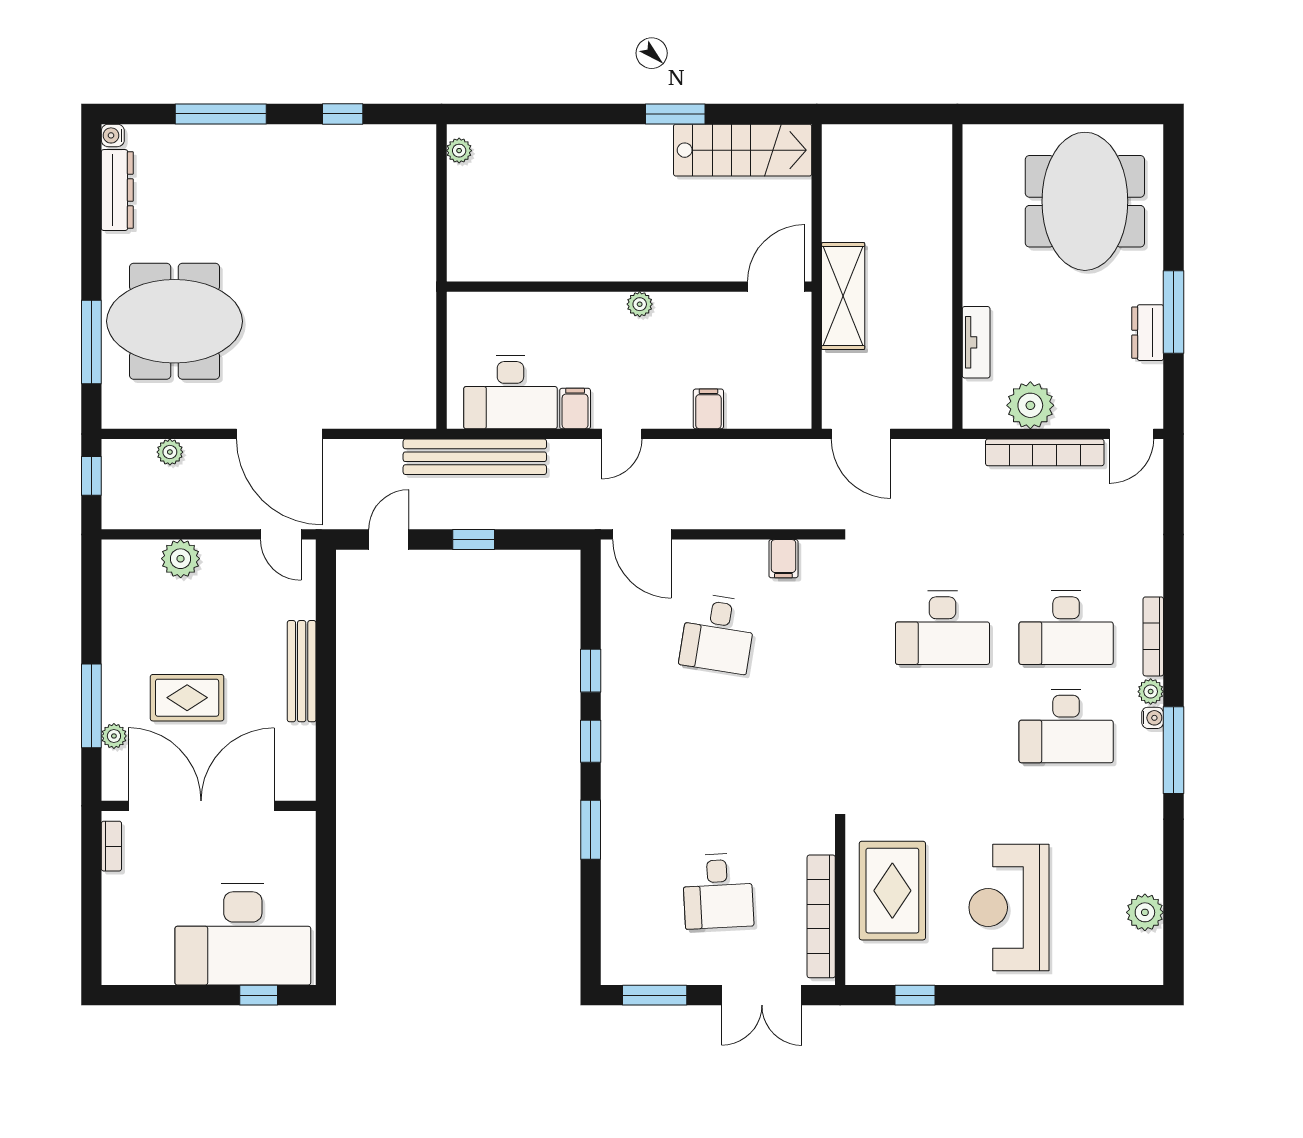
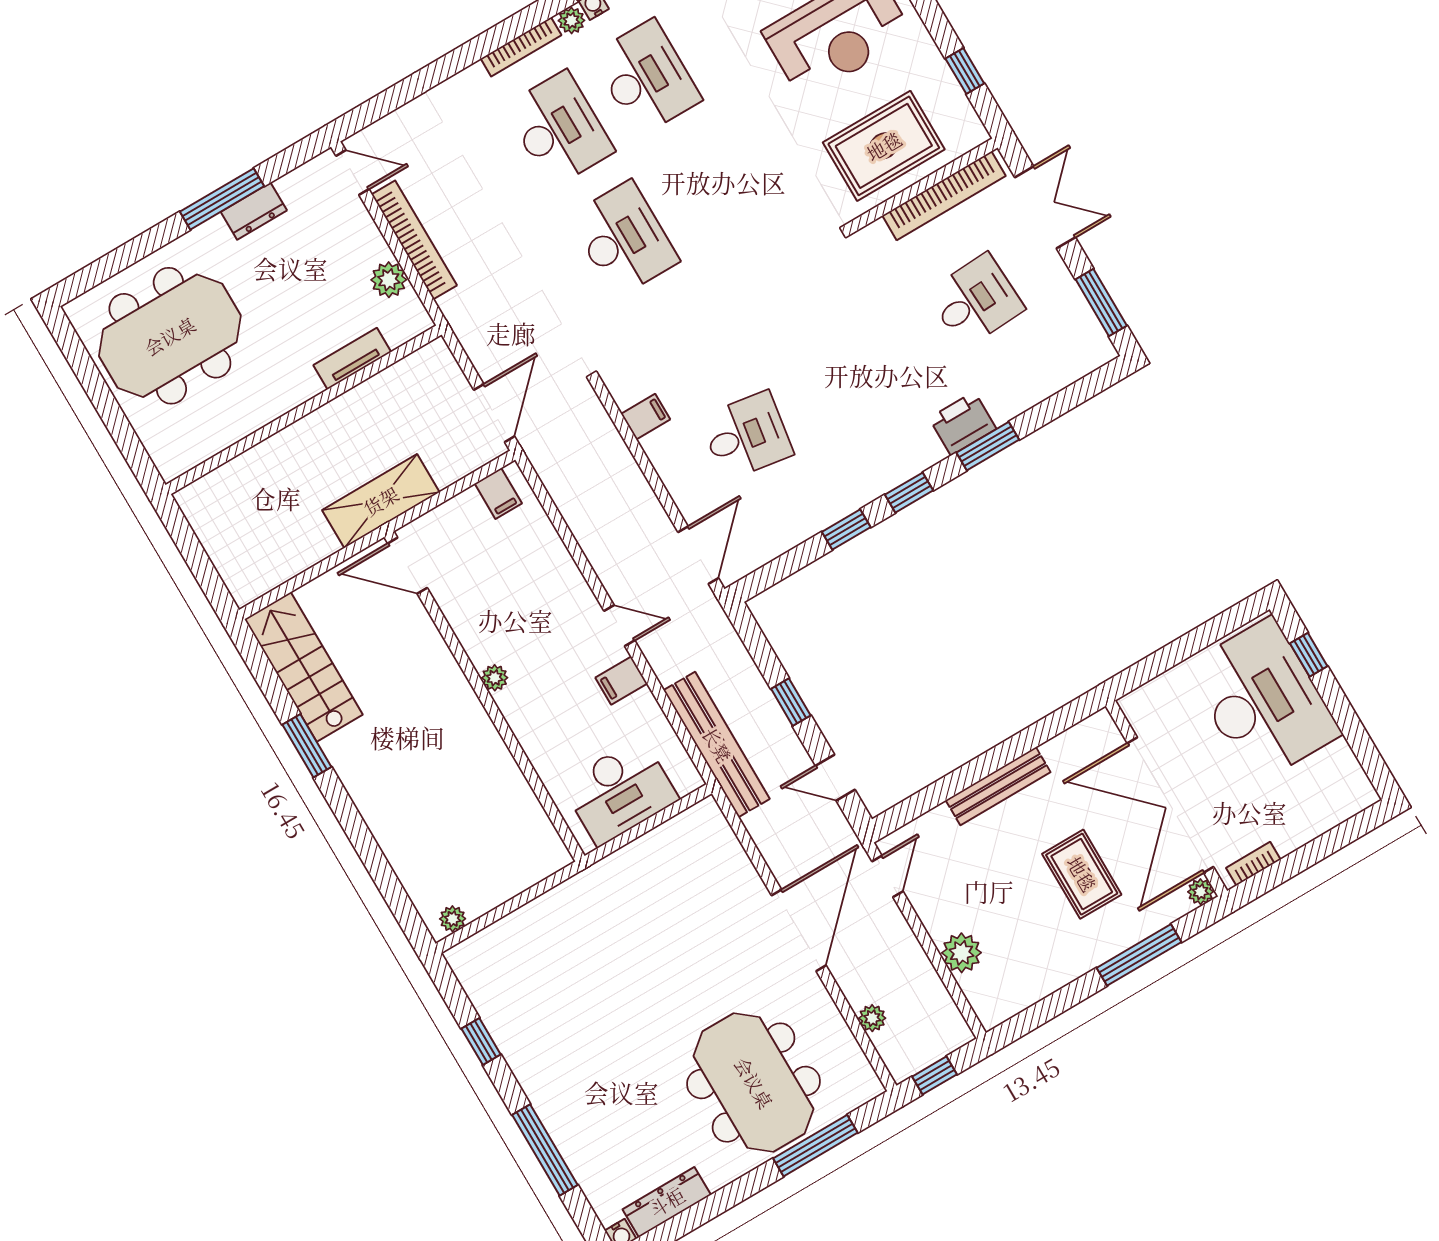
desk: (510, 392) -> (620, 792), moved, turned 90
plant: (1030, 405) -> (389, 280), width x0.73, depth x0.73
filing cabinet: (708, 409) -> (498, 494), moved, turned -90
plant: (114, 736) -> (1201, 892), moved
printer: (622, 820) -> (963, 423), added

